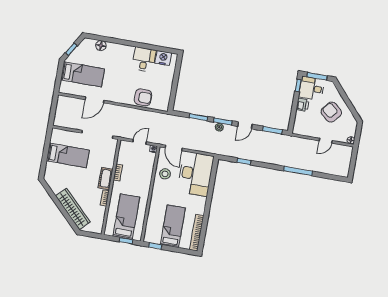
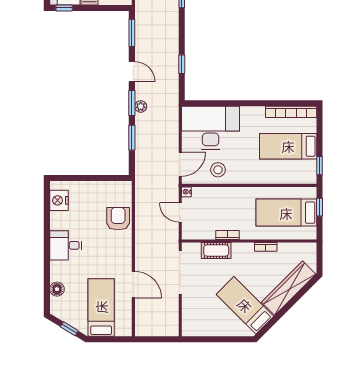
desk: (144, 59) -> (66, 245), moved
bed: (68, 155) -> (245, 305), moved, turned -45
cot: (106, 178) -> (216, 251), moved

